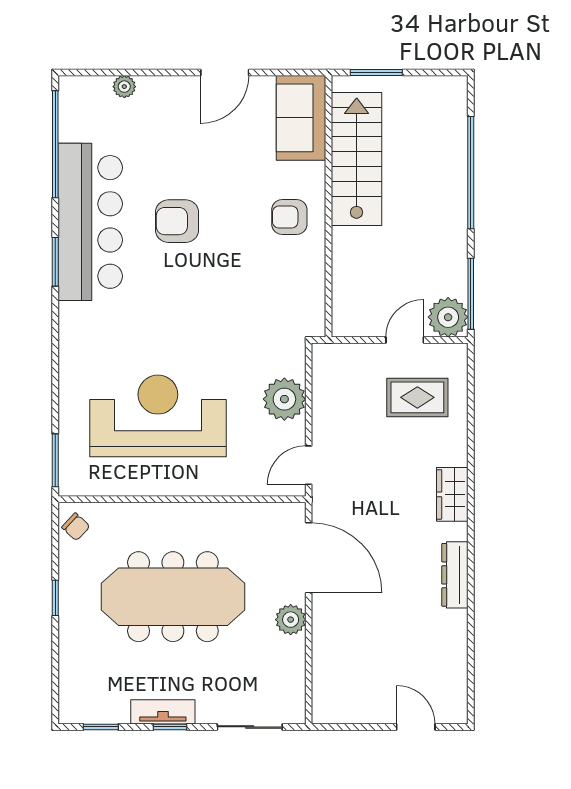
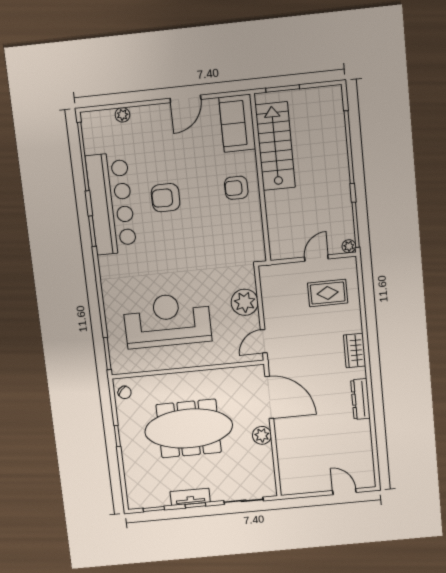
plant: (448, 317) -> (349, 246), width x0.53, depth x0.53

